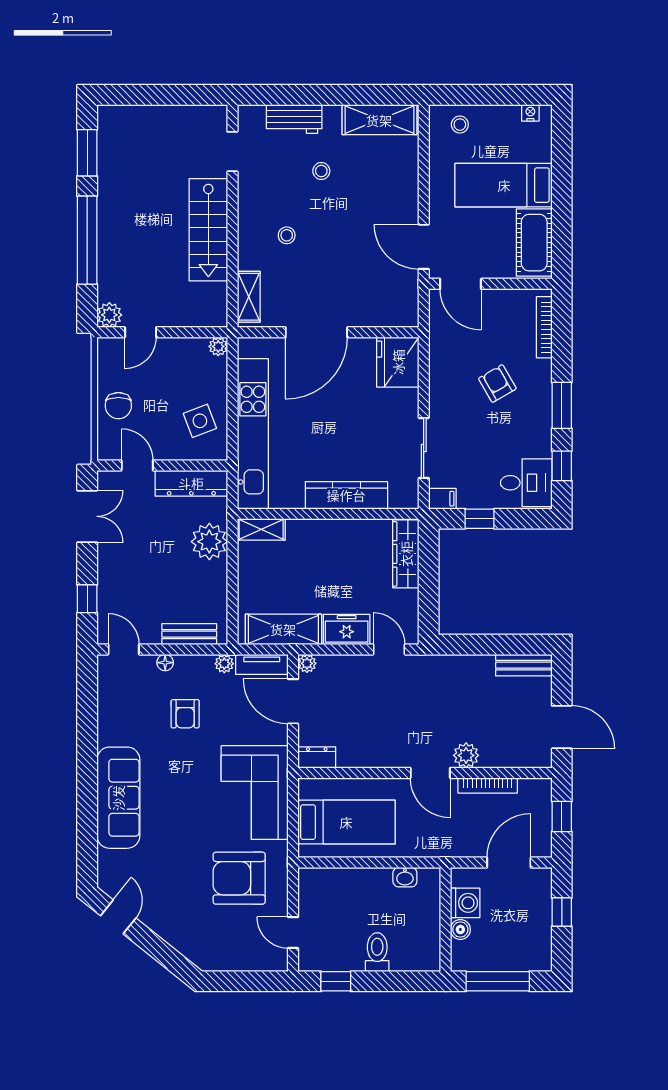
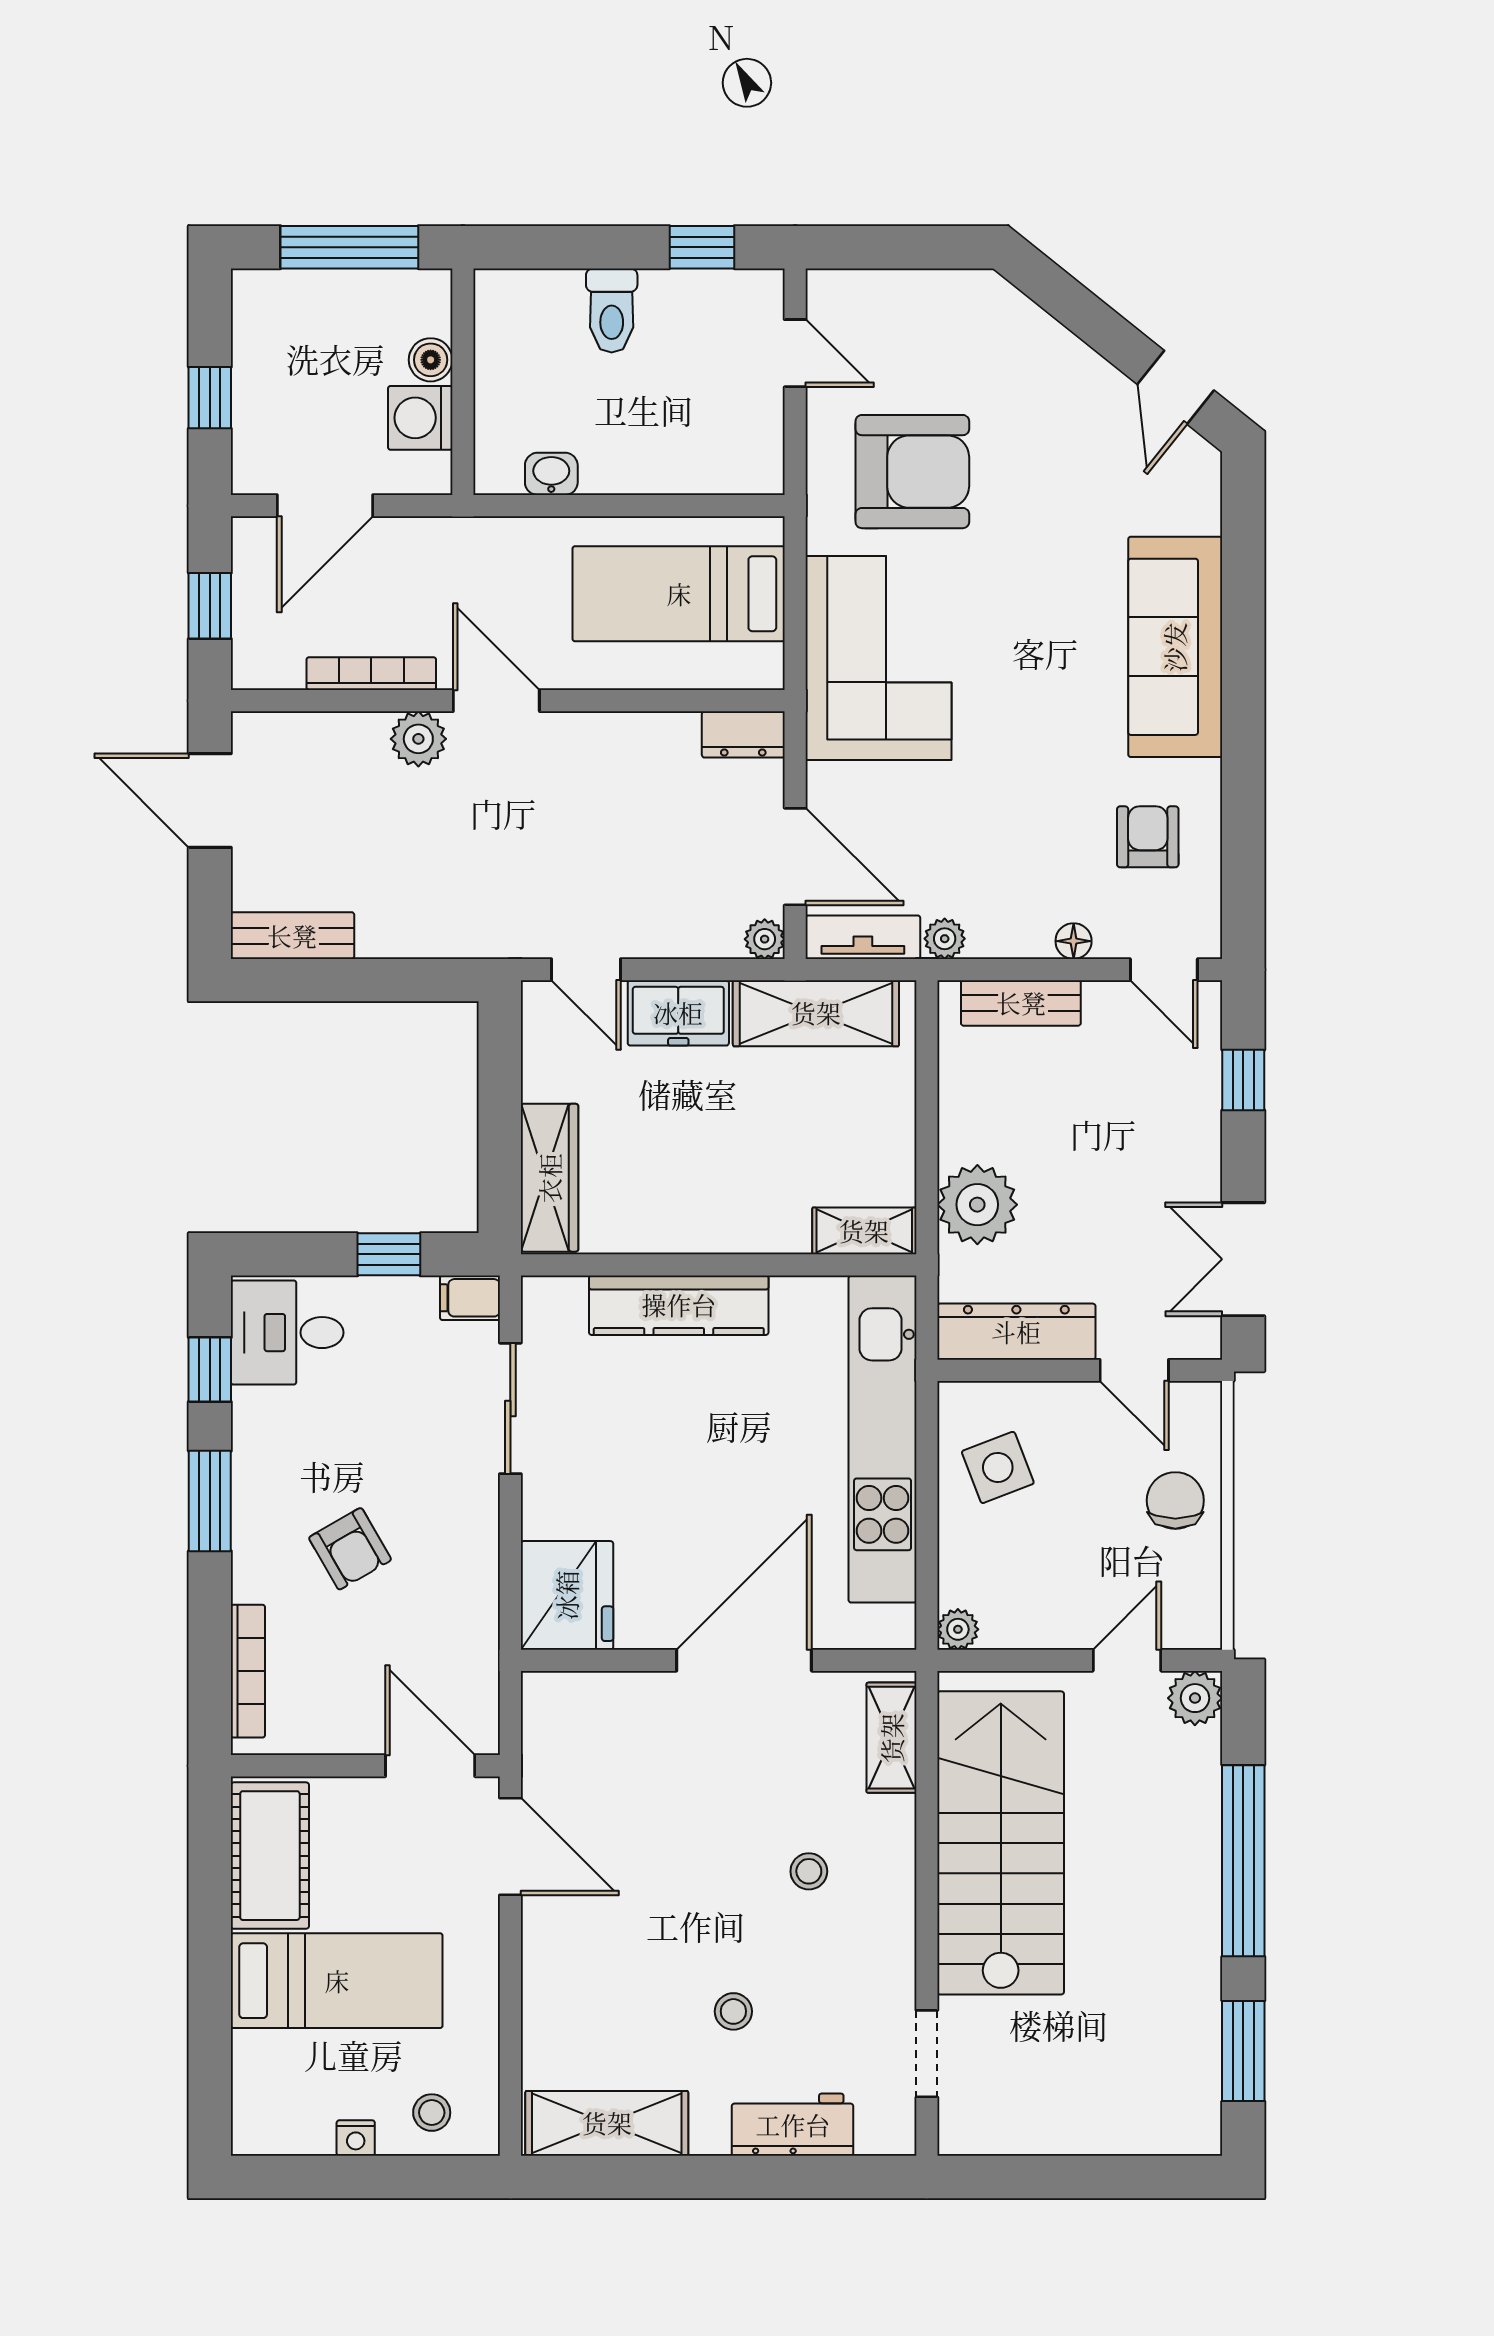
nightstand: (530, 113) -> (356, 2138), moved
stairs: (208, 230) -> (1001, 1843), width x1.36, depth x1.51
armchair: (185, 714) -> (1148, 837), moved

